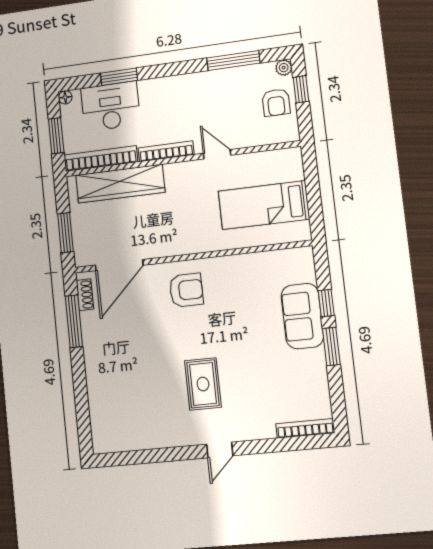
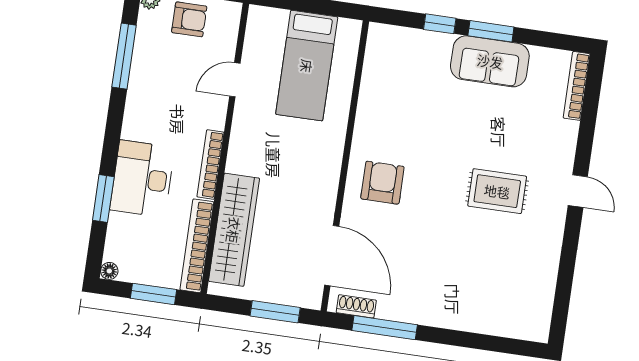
desk: (110, 106) -> (142, 179), moved
door: (217, 154) -> (235, 80), moved
sofa: (302, 316) -> (490, 61), moved

